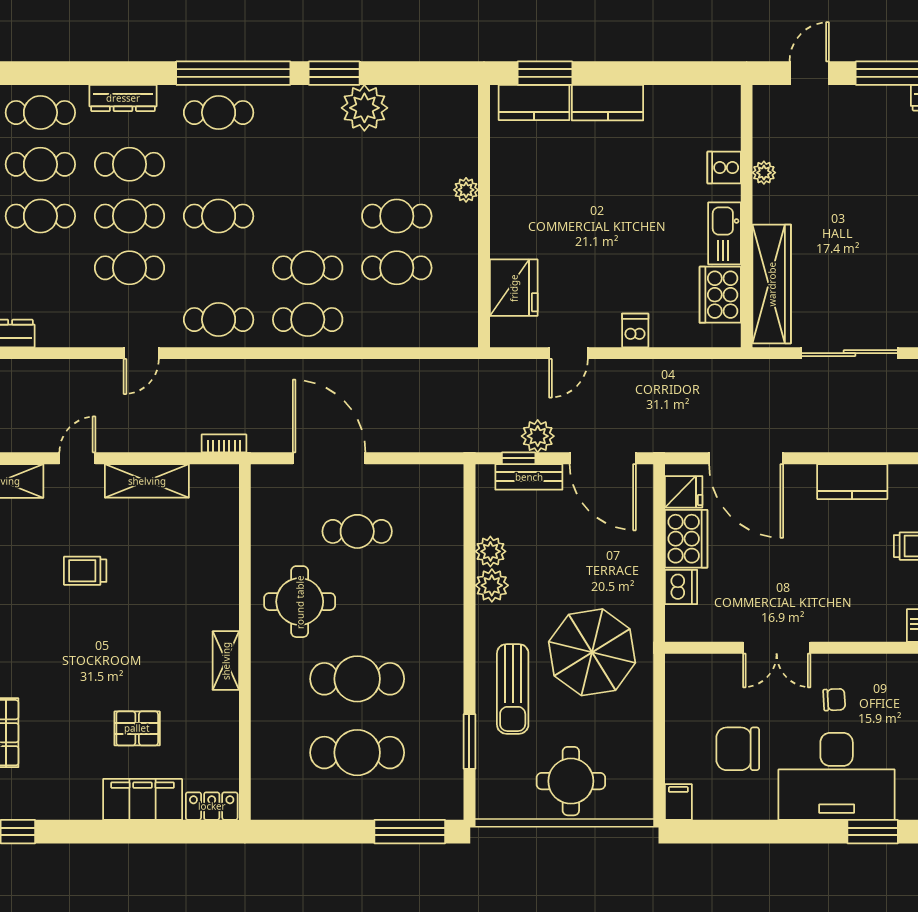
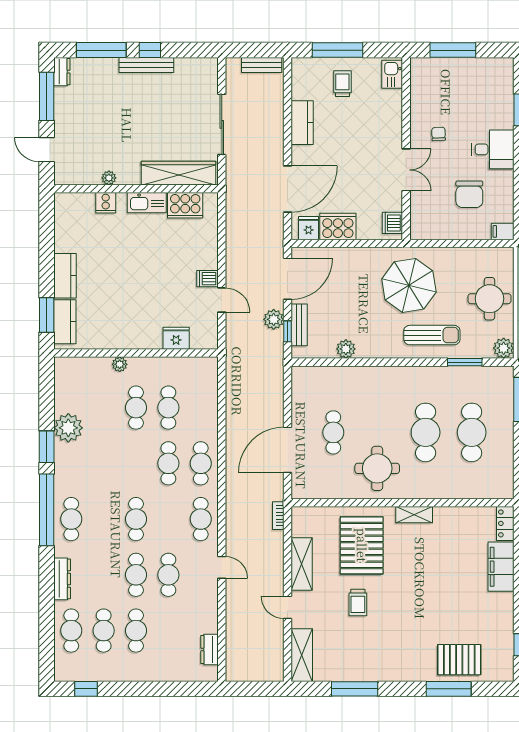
cafe table: (129, 164) -> (104, 575), removed
fridge: (514, 288) -> (176, 338), width x0.73, depth x0.75
dishwasher: (635, 330) -> (208, 279), moved
plant: (492, 585) -> (504, 348), moved
dishwasher: (681, 587) -> (392, 223), moved, turned -90
pallet: (137, 728) -> (362, 545), moved, width x2.05, depth x2.00
desk: (837, 776) -> (493, 149), width x0.53, depth x0.77

